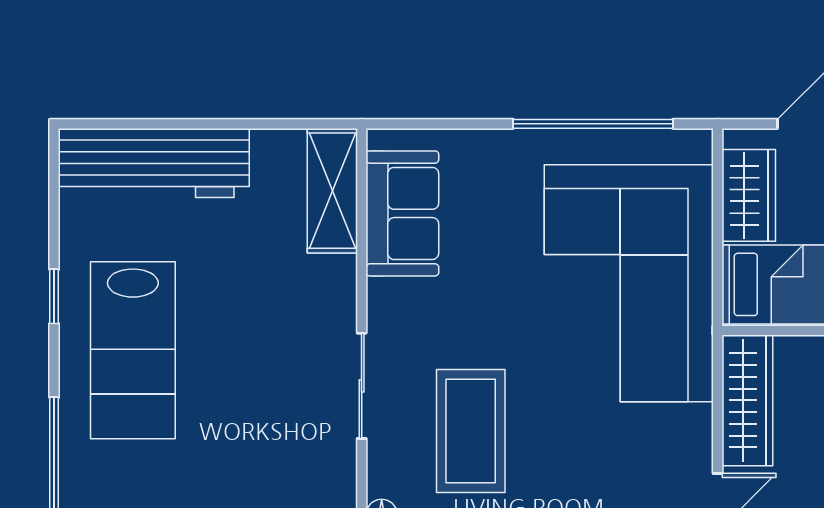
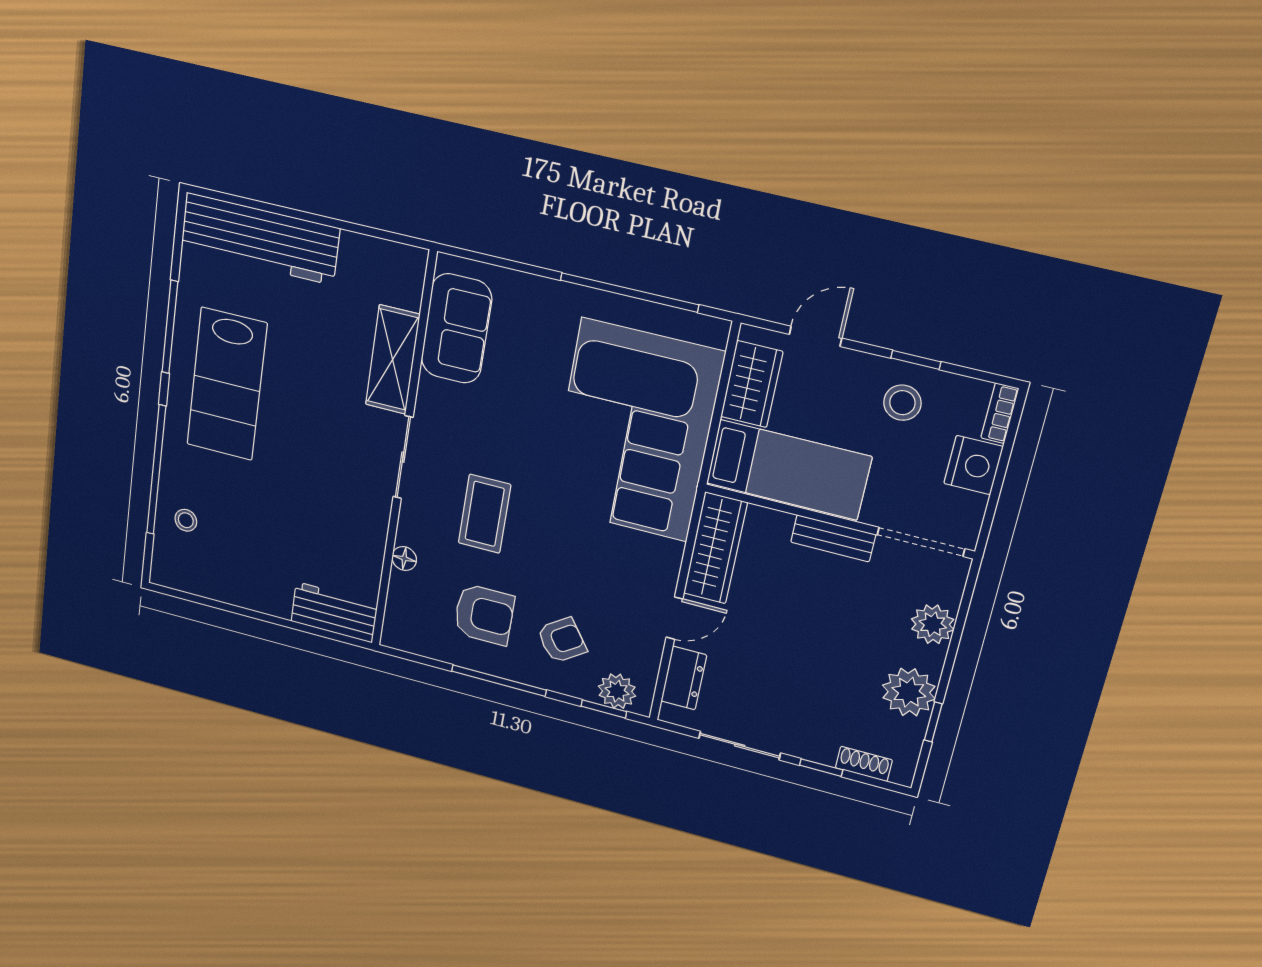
shelving: (332, 191) -> (393, 360), moved
window: (54, 296) -> (170, 327), width x2.17
coffee table: (471, 431) -> (485, 514), width x0.73, depth x0.76

